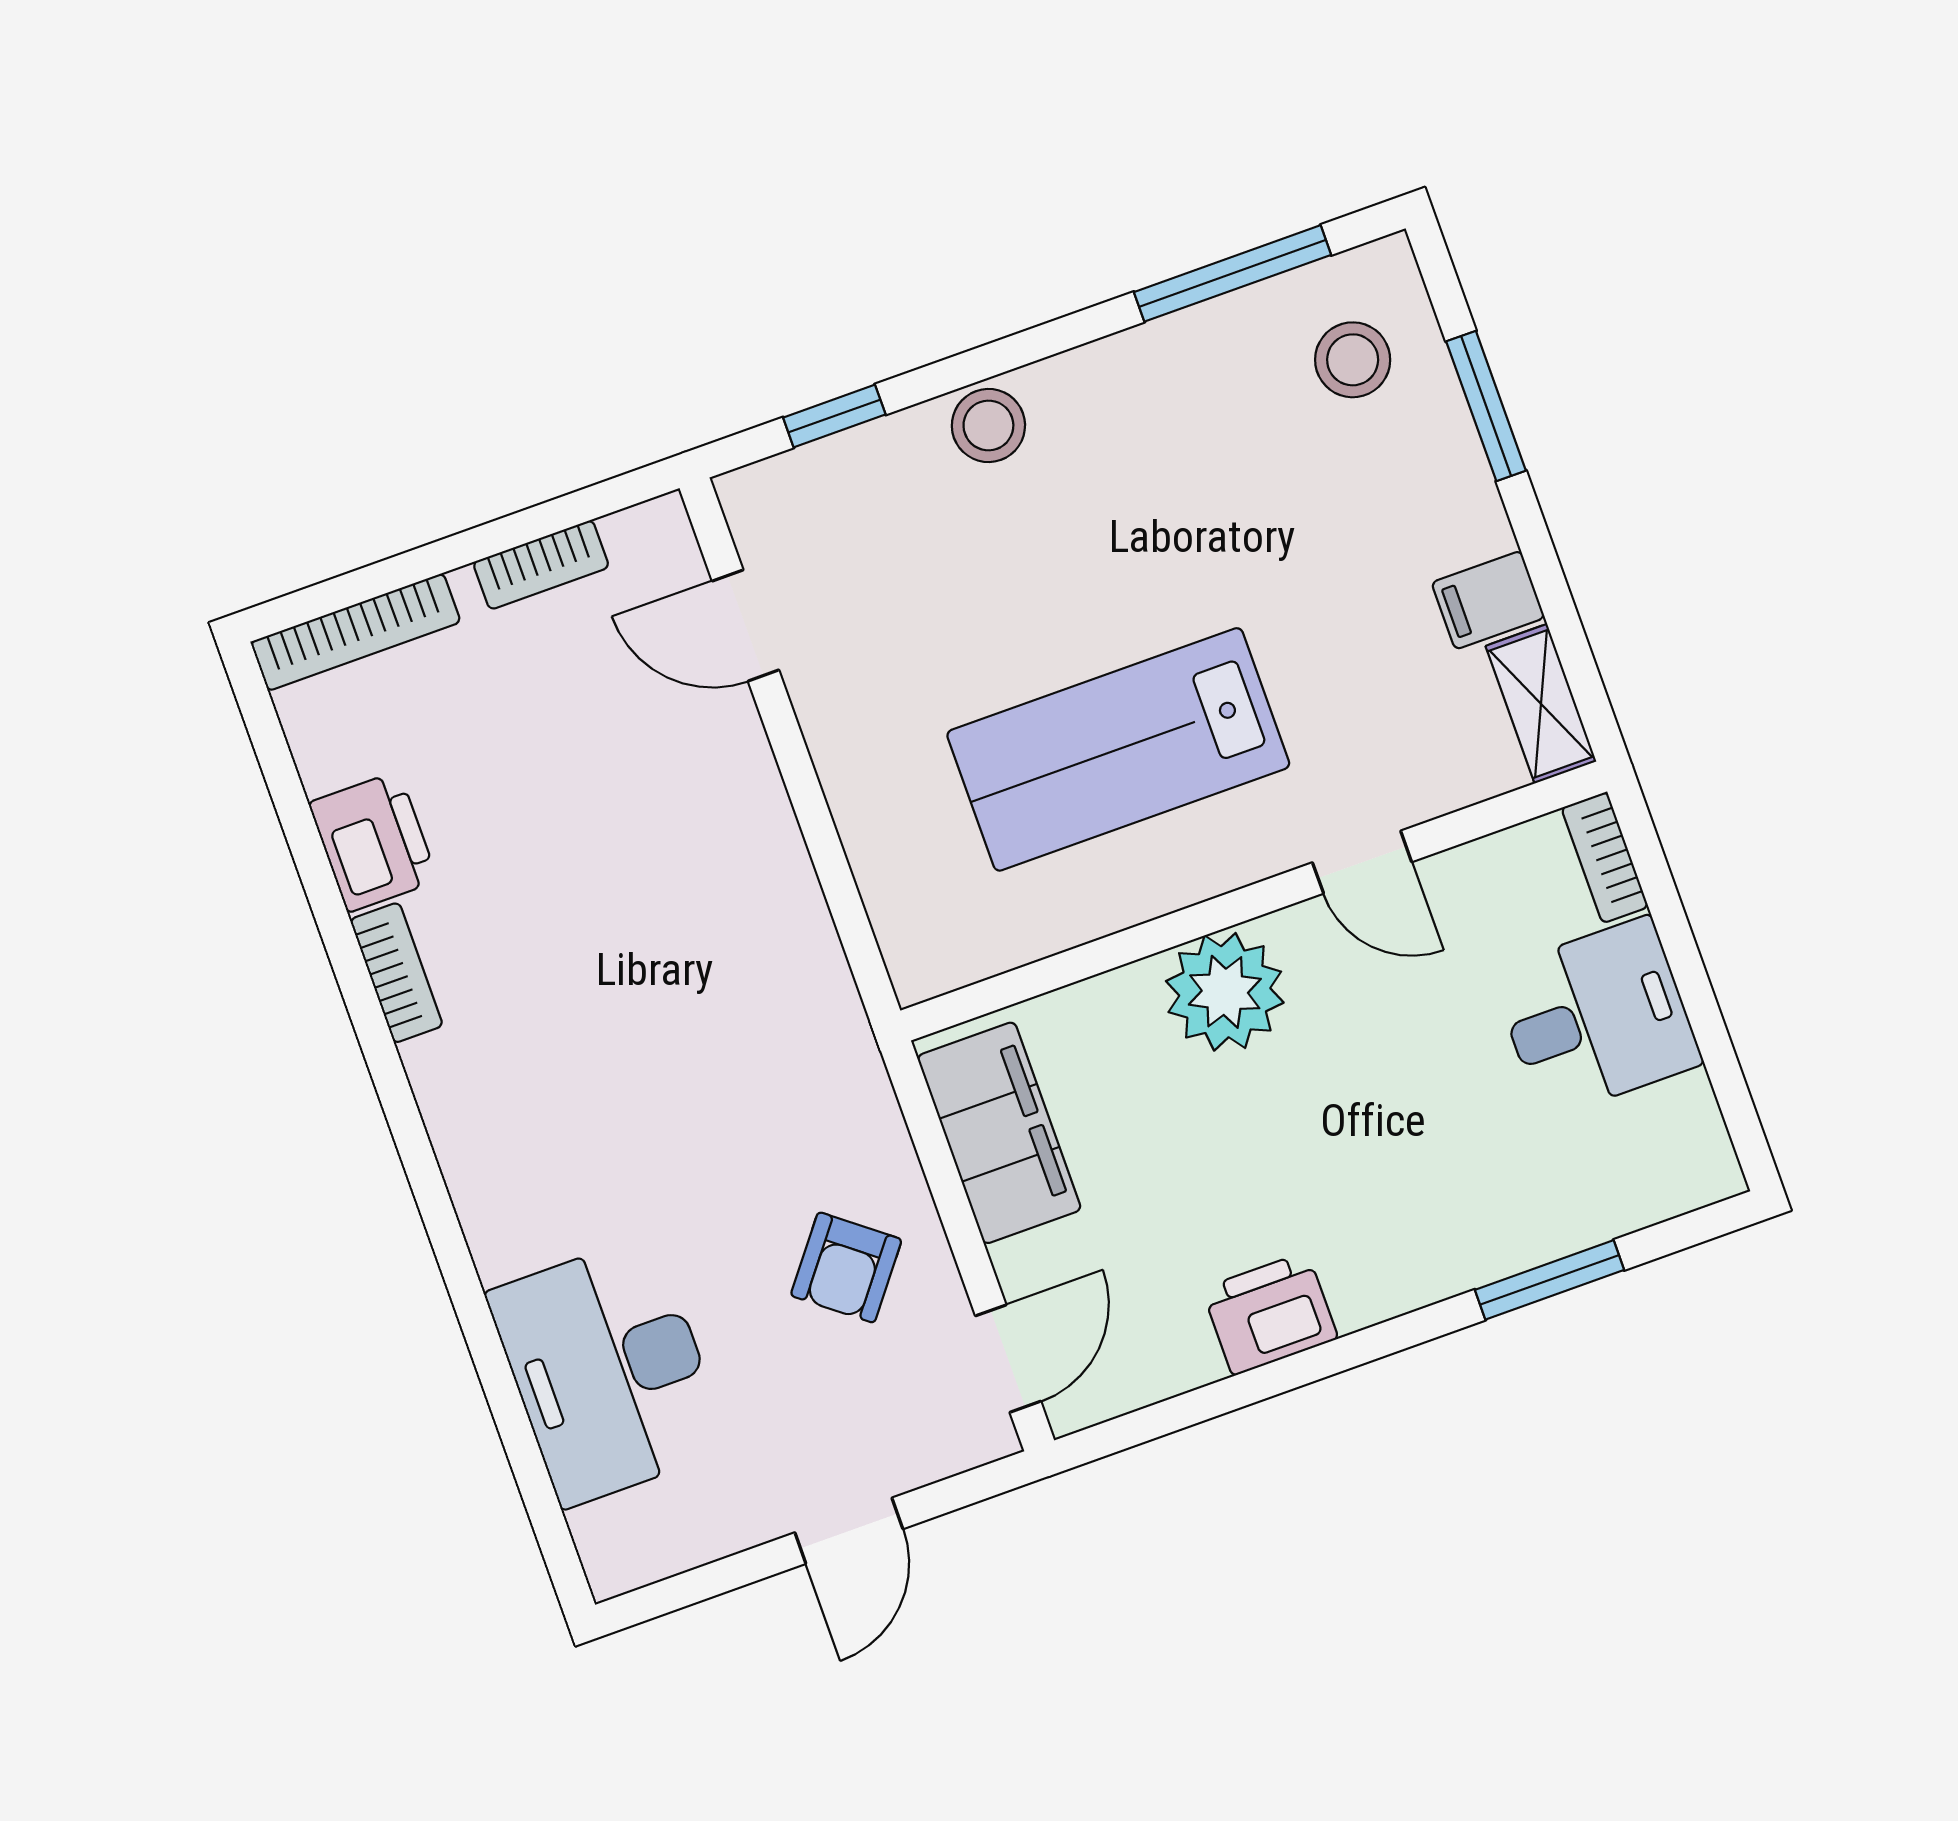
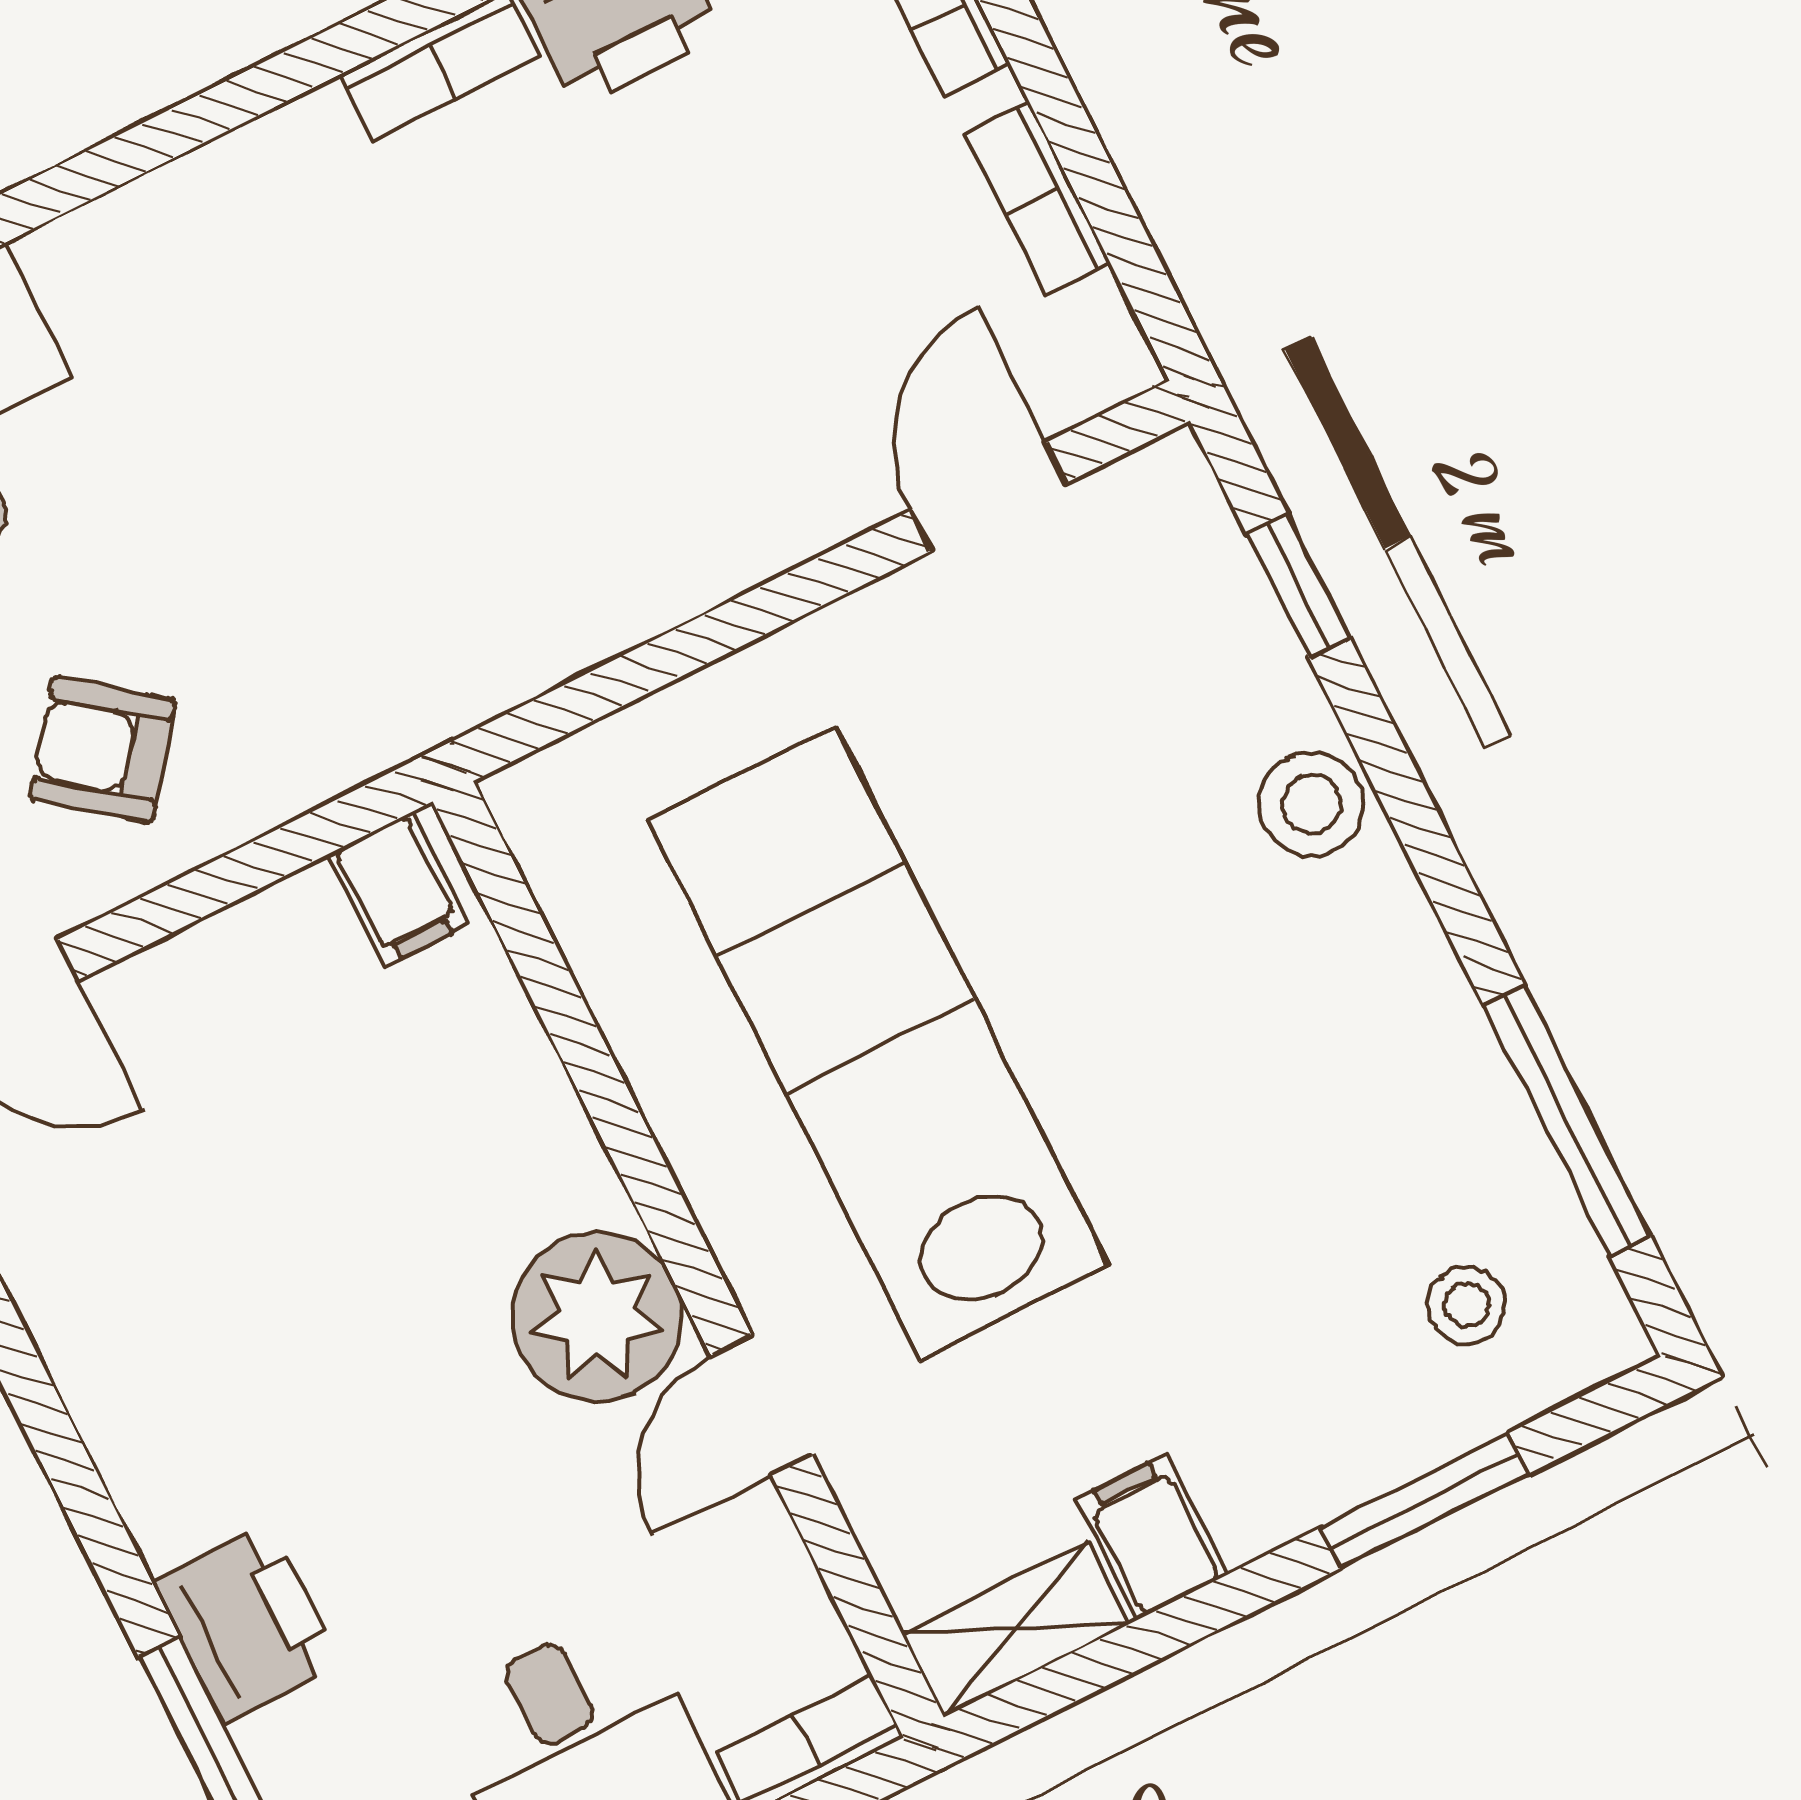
stool: (1353, 360) -> (1467, 1305), width x0.73, depth x0.73
lab bench: (1118, 749) -> (878, 1043), width x1.36
plant: (1225, 992) -> (597, 1317), moved
filing cabinet: (999, 1133) -> (398, 889), width x0.33, depth x0.86
printer: (1270, 1314) -> (246, 1623), moved

